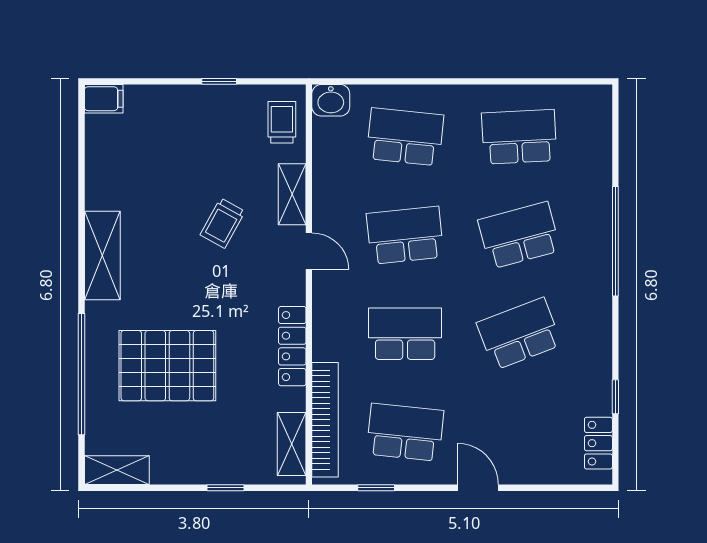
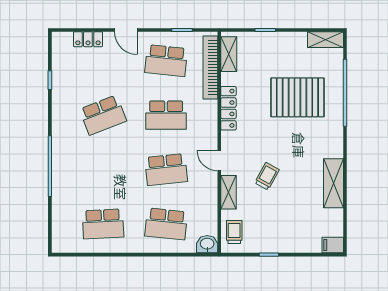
trolley: (282, 122) -> (234, 232), turned 180
school desk: (519, 235) -> (103, 169), removed
shelving: (102, 256) -> (333, 183), moved
locker: (598, 443) -> (88, 39), moved, turned 90

